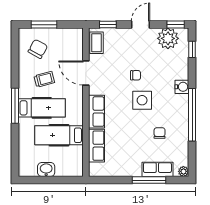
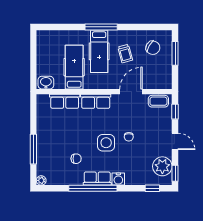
washbasin: (46, 169) -> (46, 83), moved, turned -90
row of seats: (157, 169) -> (97, 179), moved, turned -90

